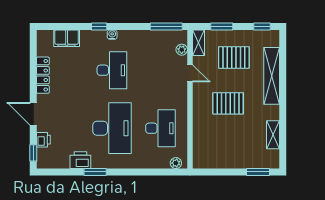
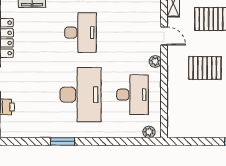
plant: (182, 50) -> (155, 61), moved
printer: (80, 160) -> (47, 129), removed

